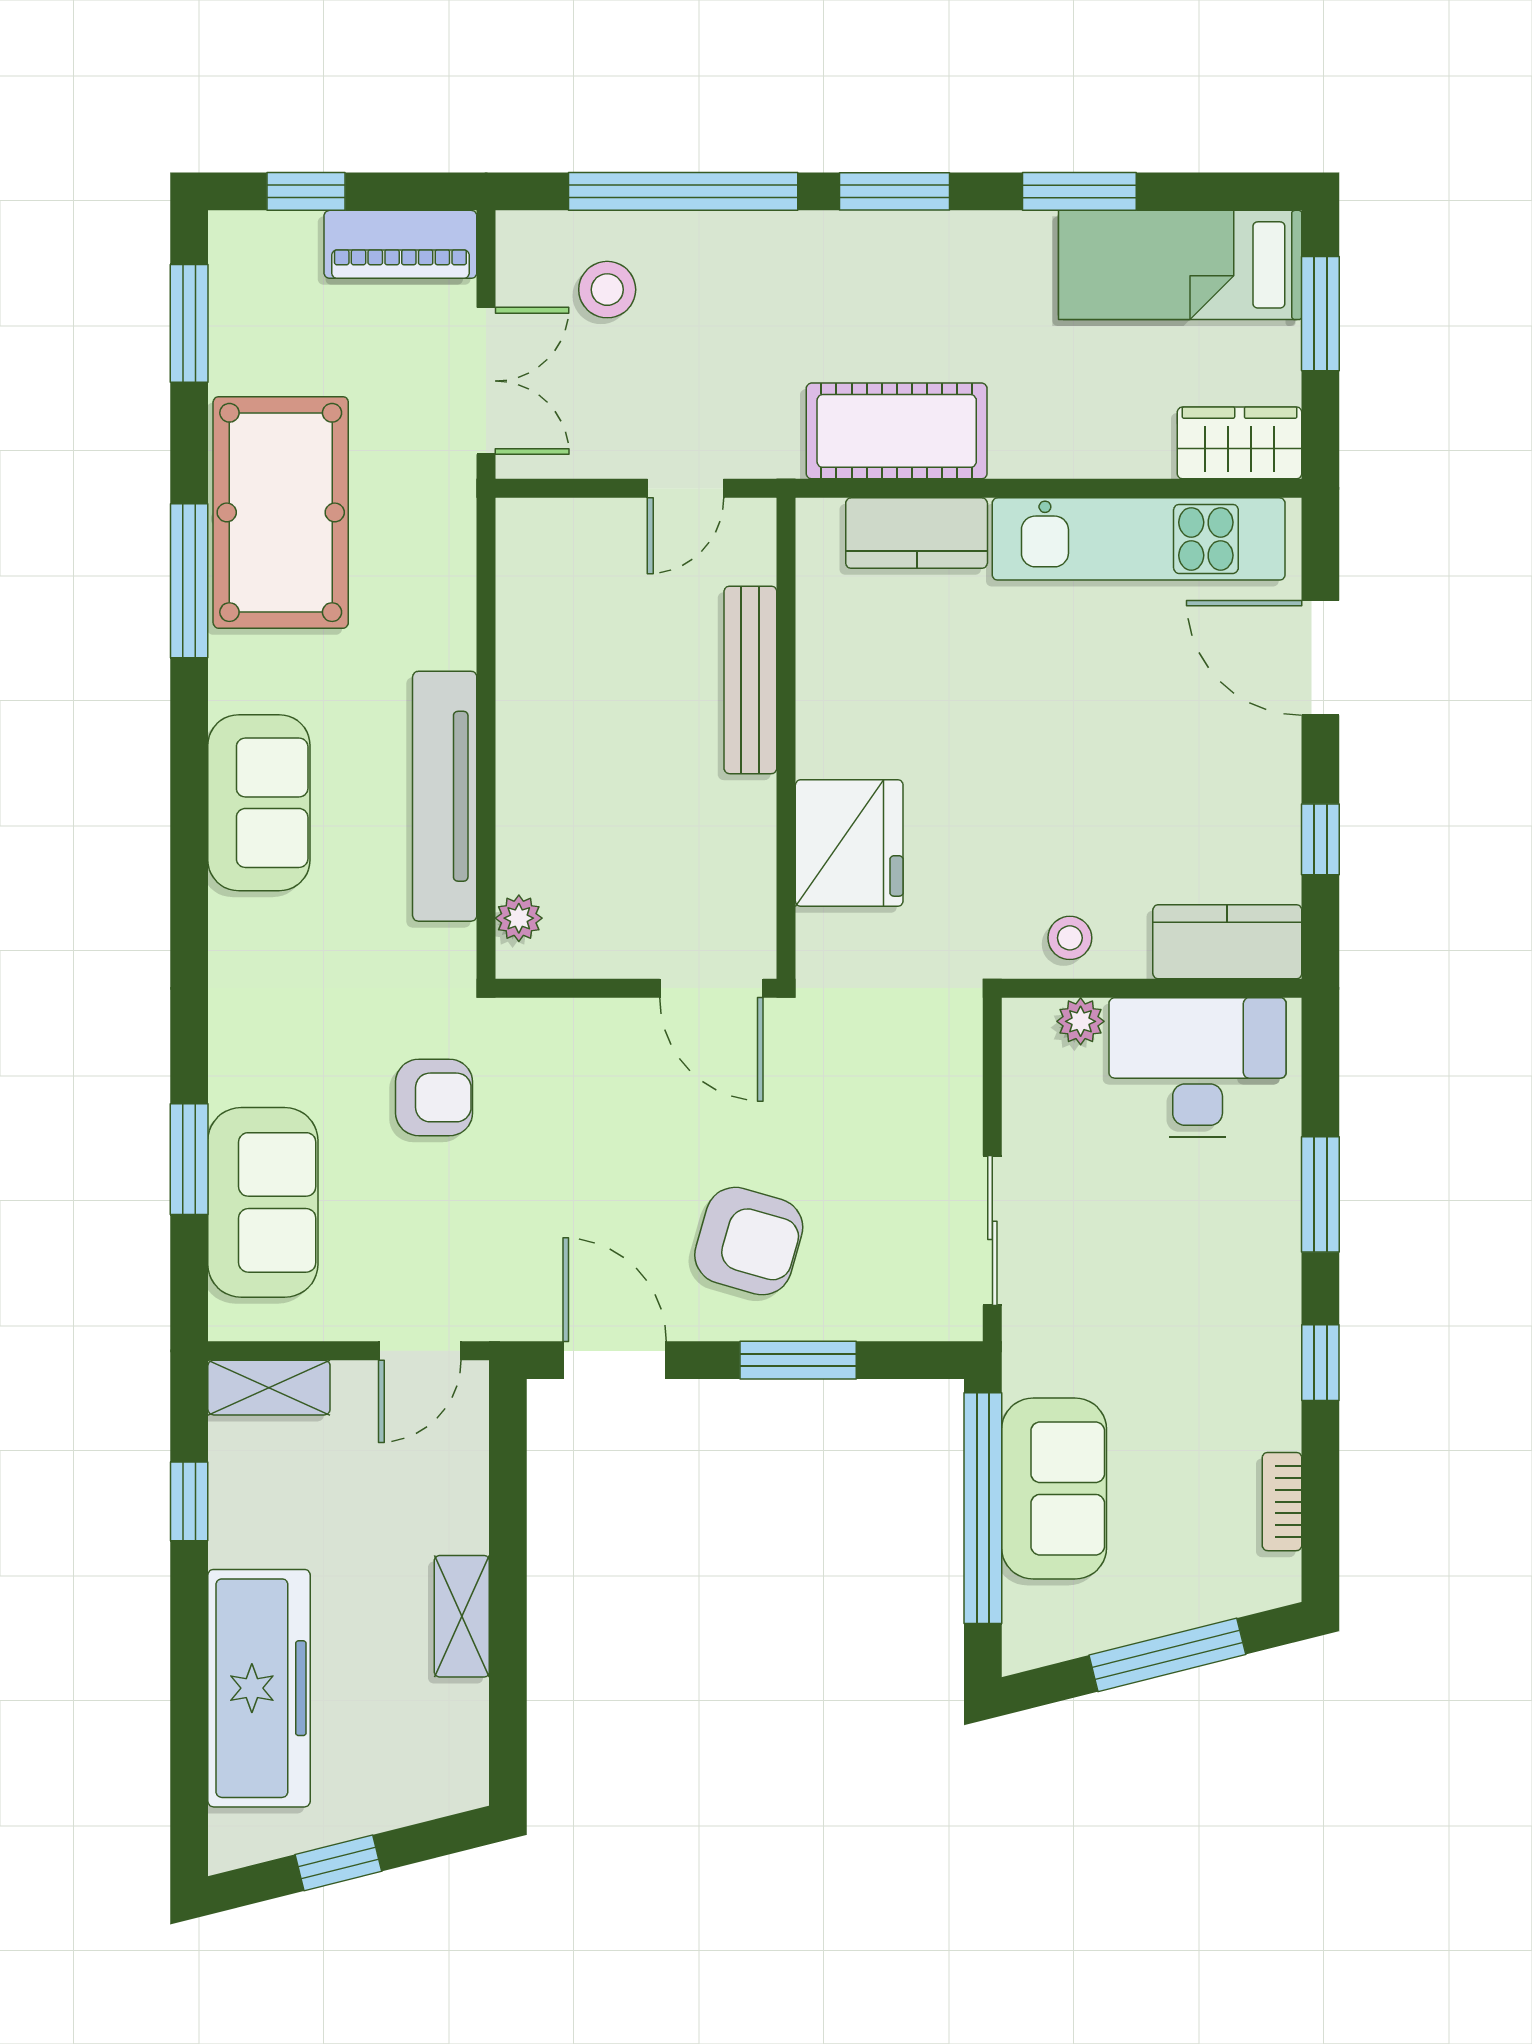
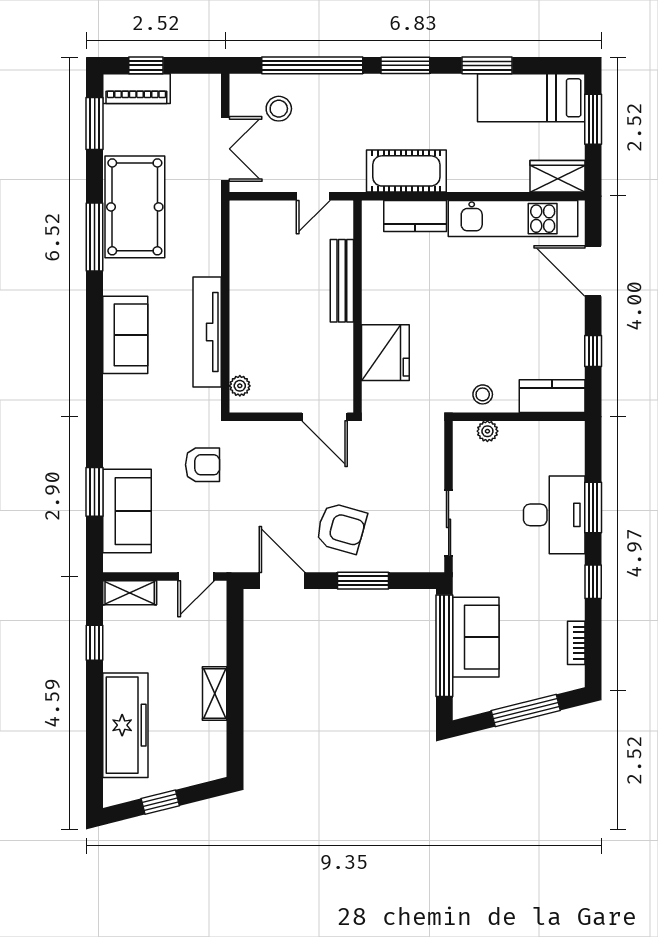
piano: (400, 244) -> (136, 89), moved
desk: (1198, 1067) -> (554, 515), moved, turned 90

